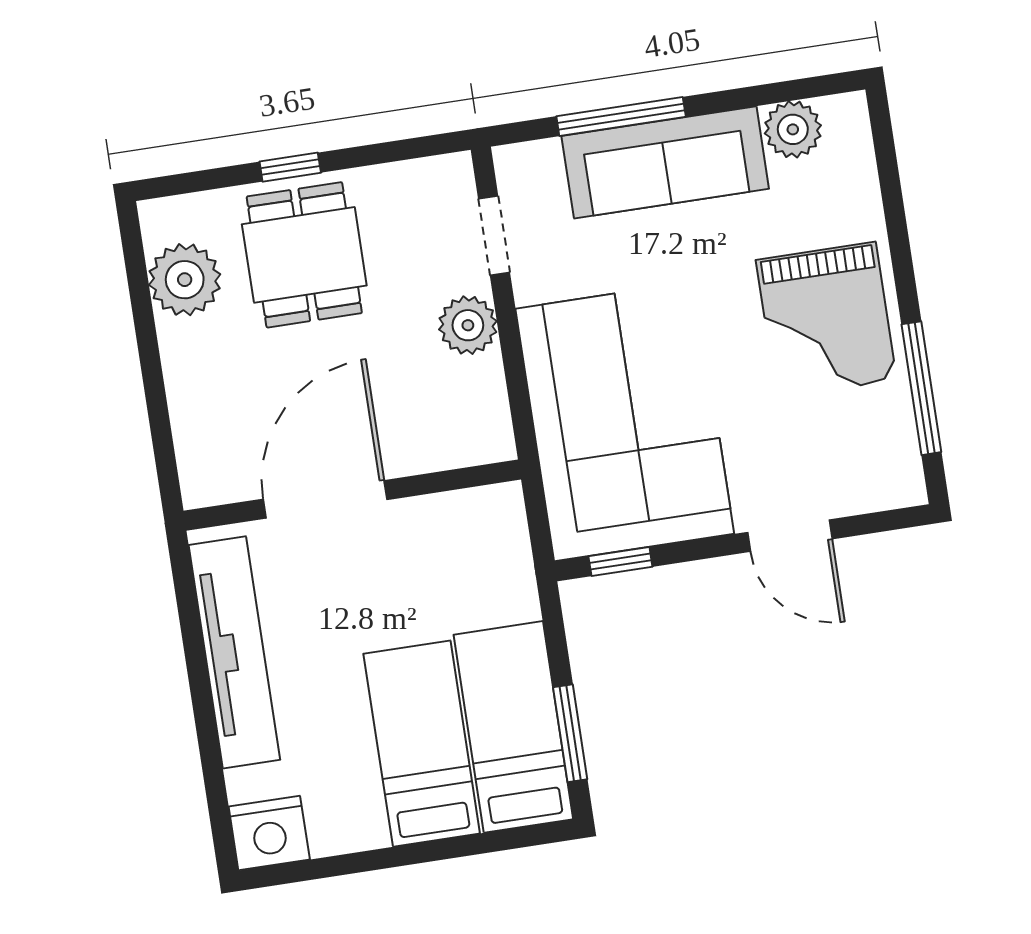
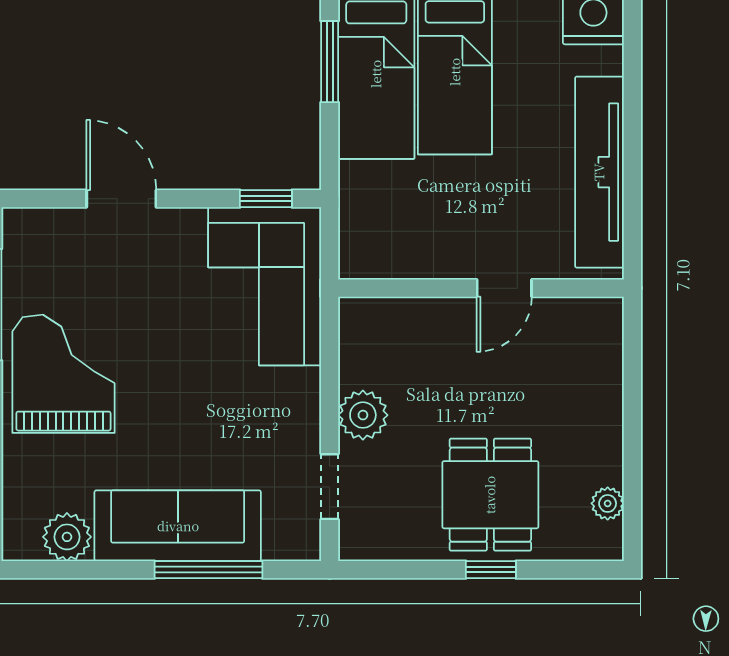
plant: (185, 280) -> (608, 503), width x0.53, depth x0.53
corner sofa: (625, 421) -> (265, 286), width x0.73, depth x0.74
door: (325, 499) -> (504, 288), width x0.53

